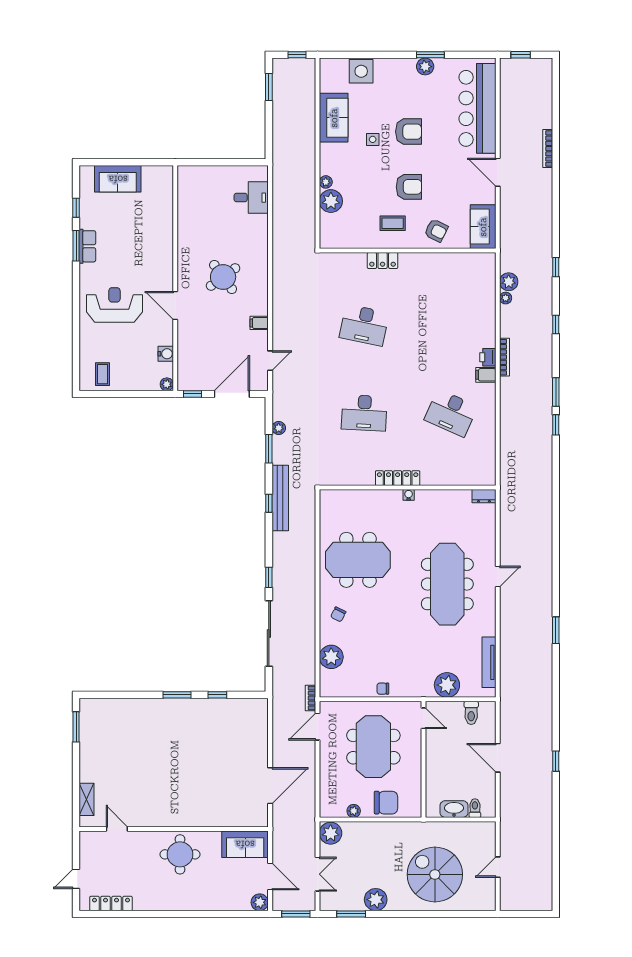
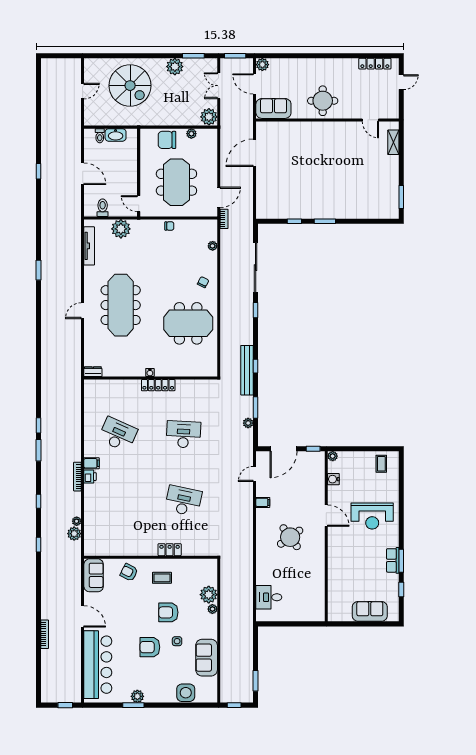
armchair: (409, 187) -> (168, 612), moved
plant: (331, 657) -> (213, 246), width x0.53, depth x0.53

